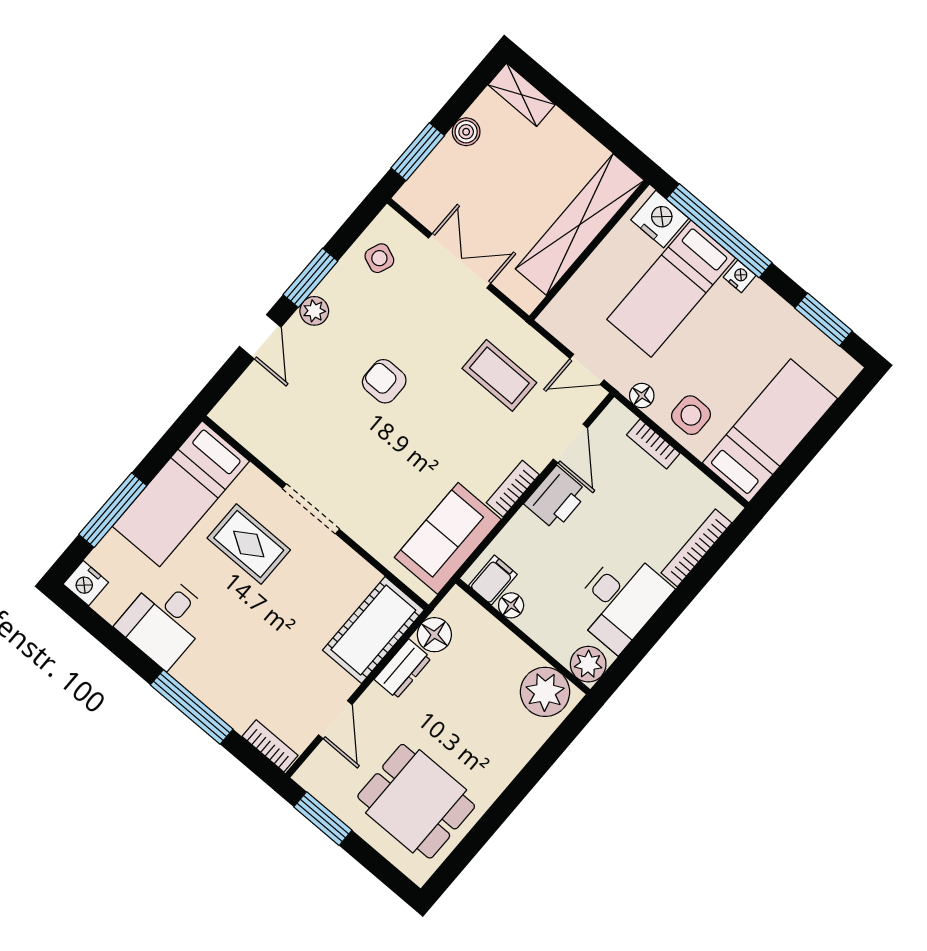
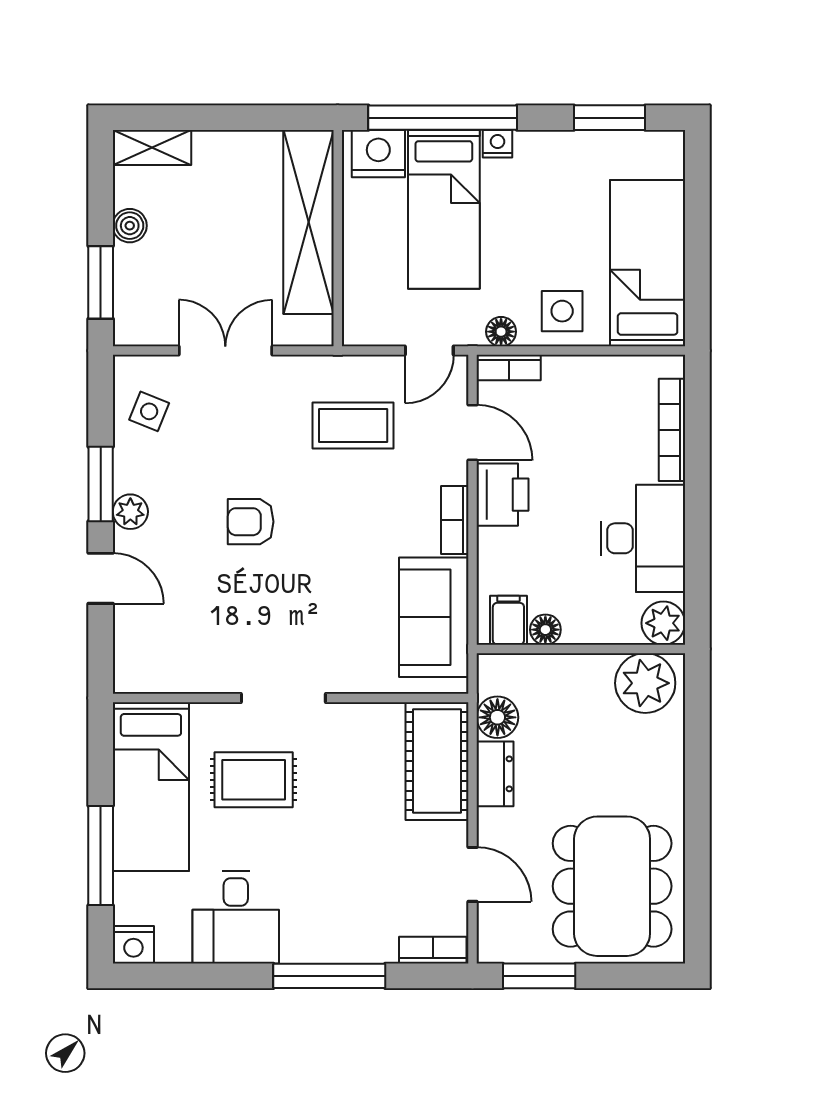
bookcase: (653, 444) -> (509, 367), moved
dining table: (416, 801) -> (612, 886), width x1.38

